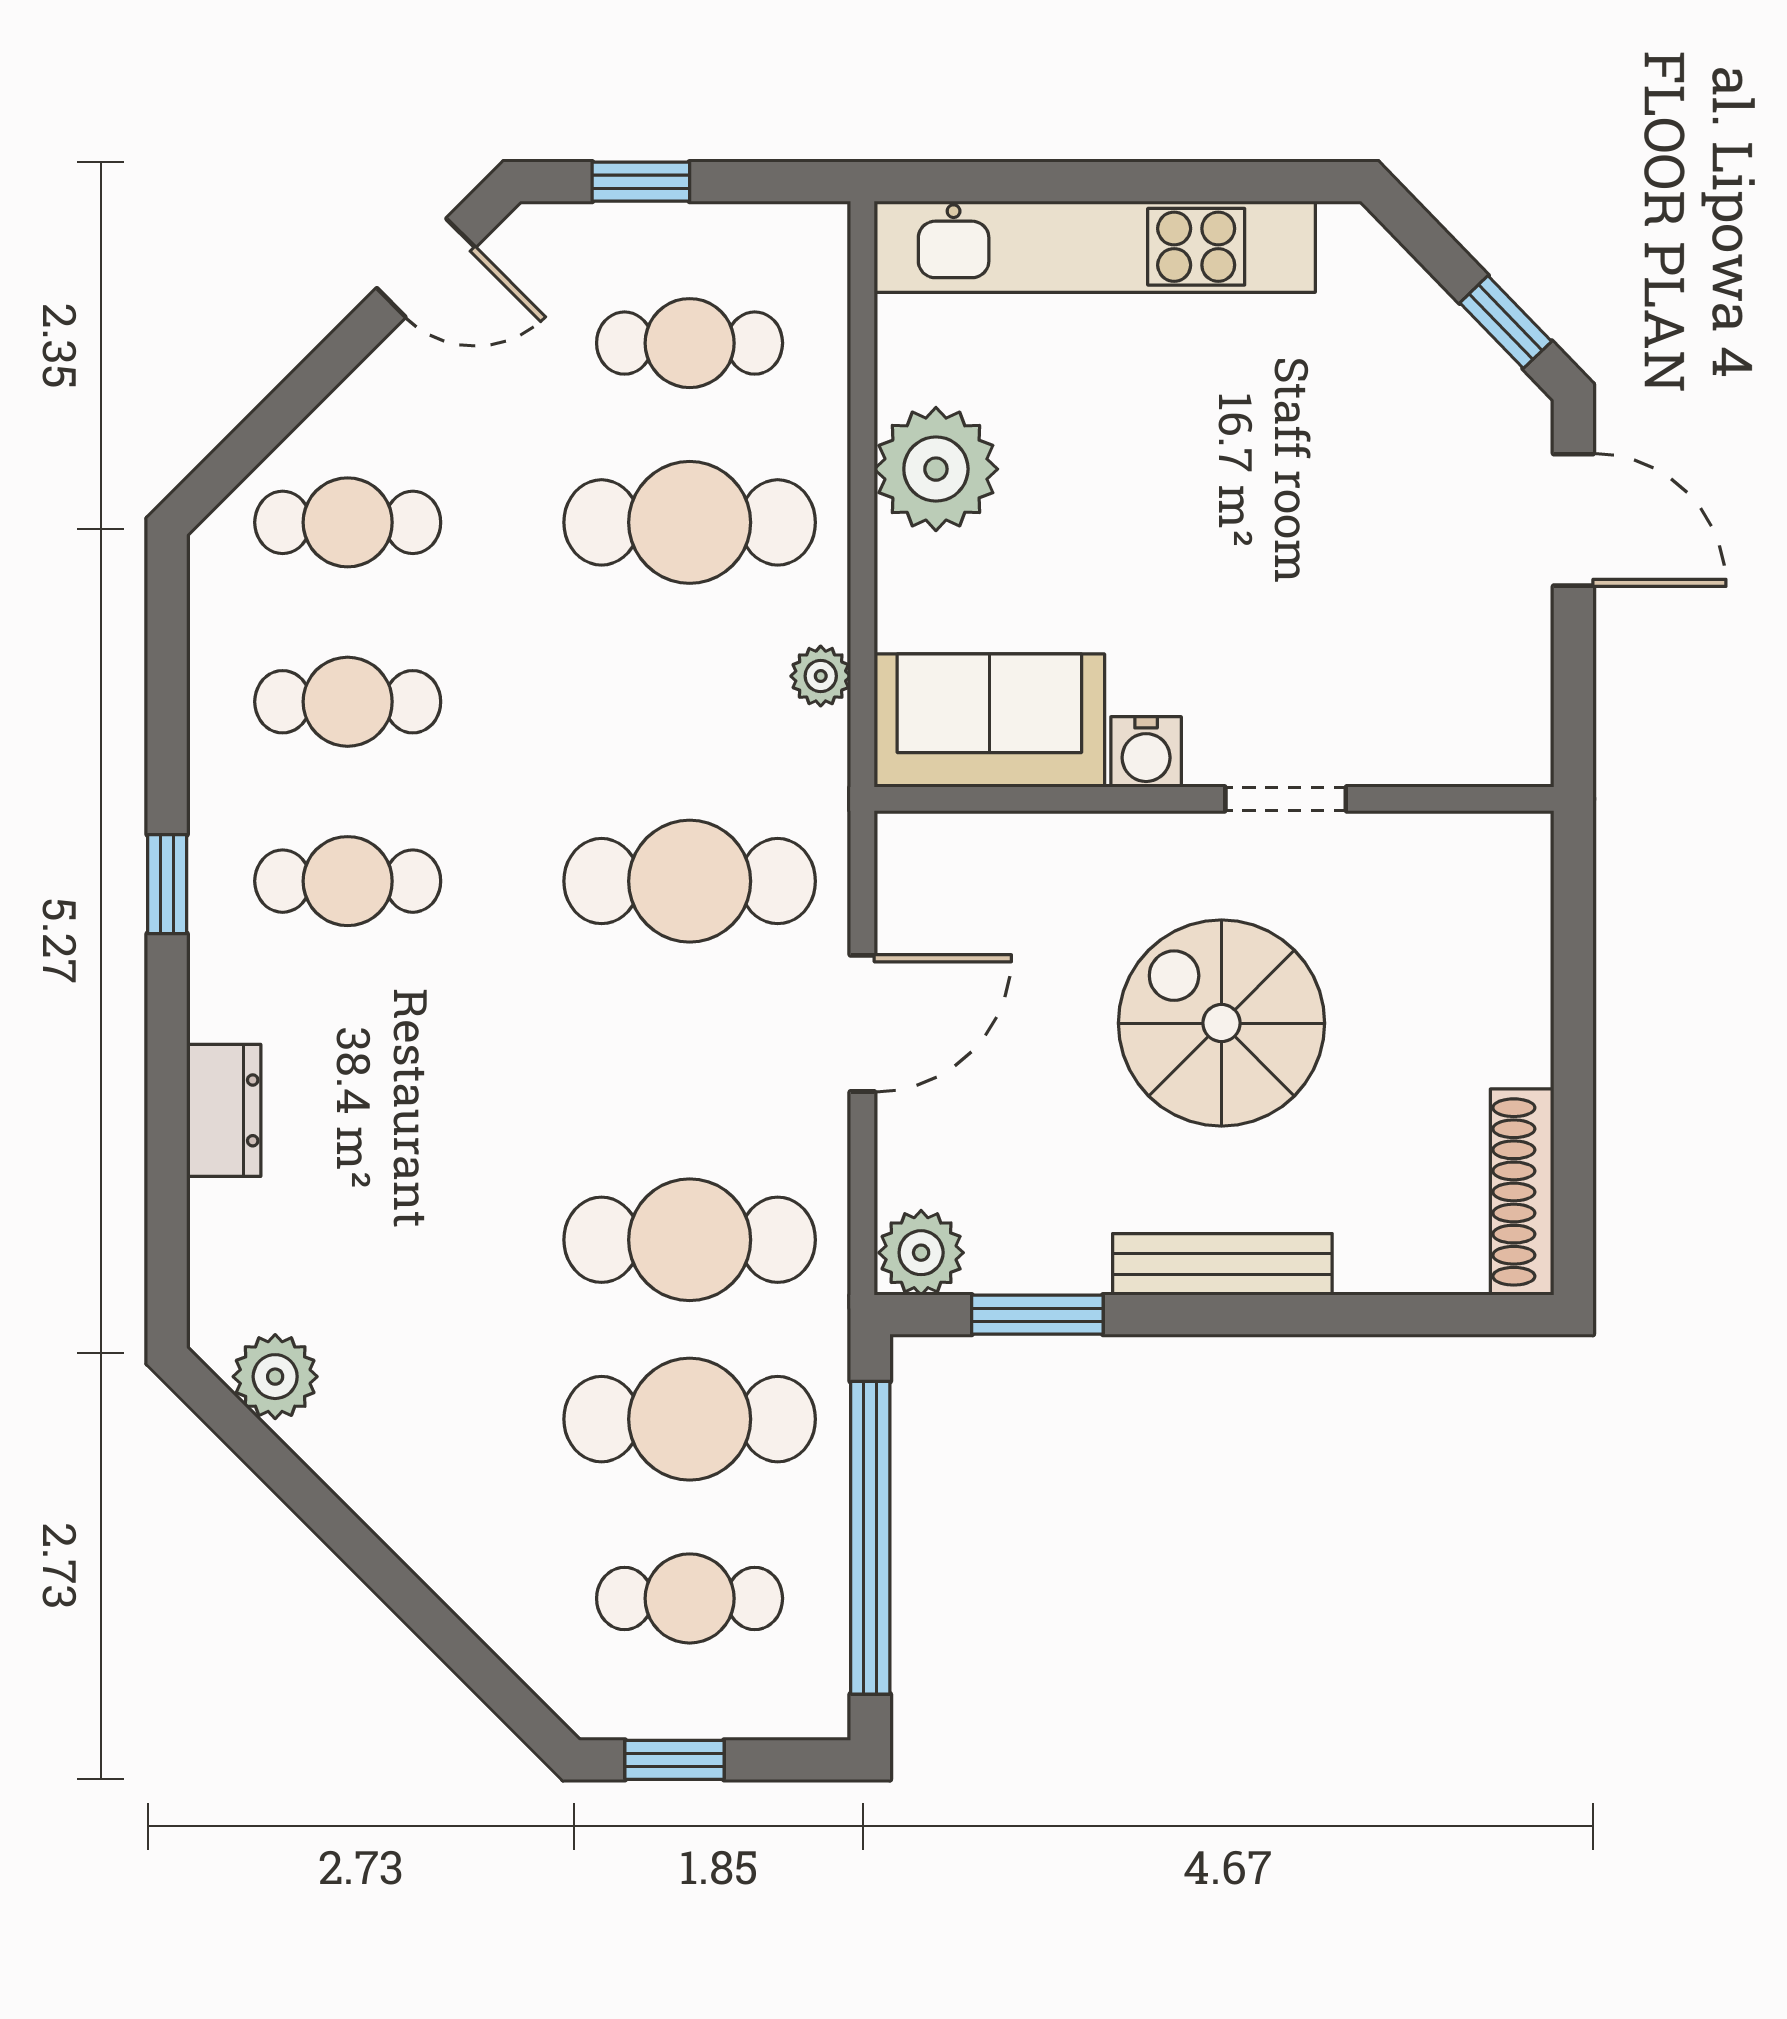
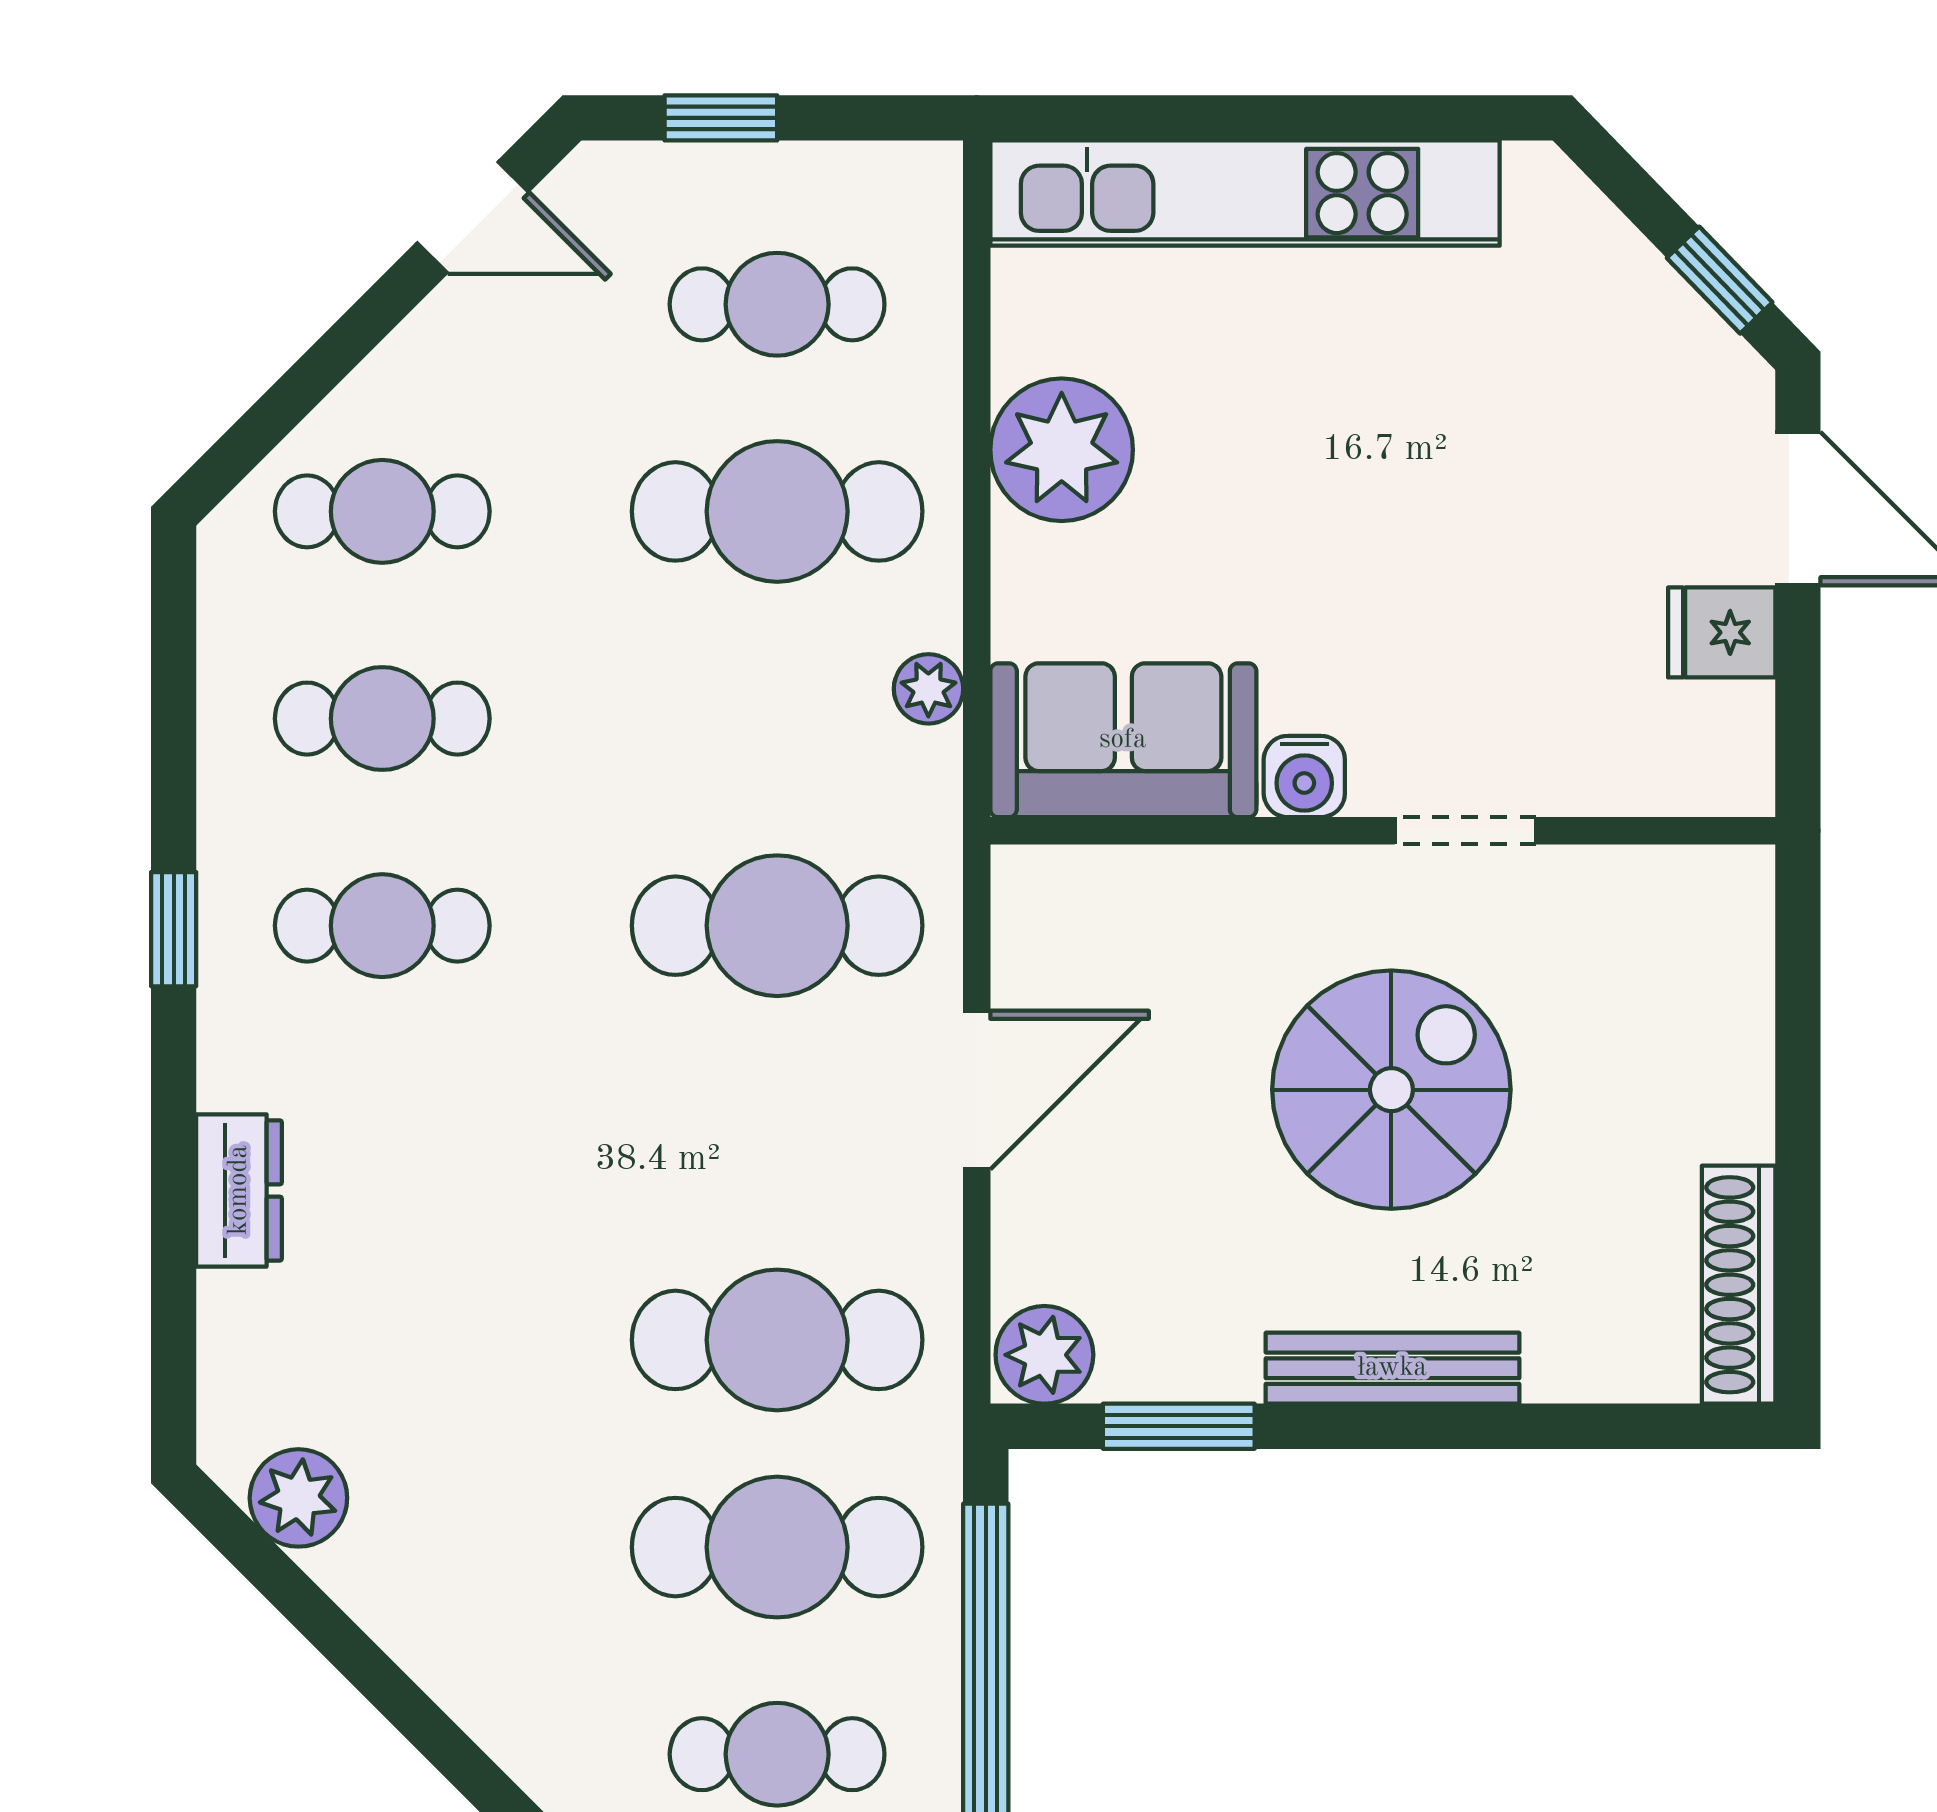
fridge: (1507, 627) -> (1722, 632), added
spiral stairs: (1222, 1023) -> (1391, 1090), turned 90

